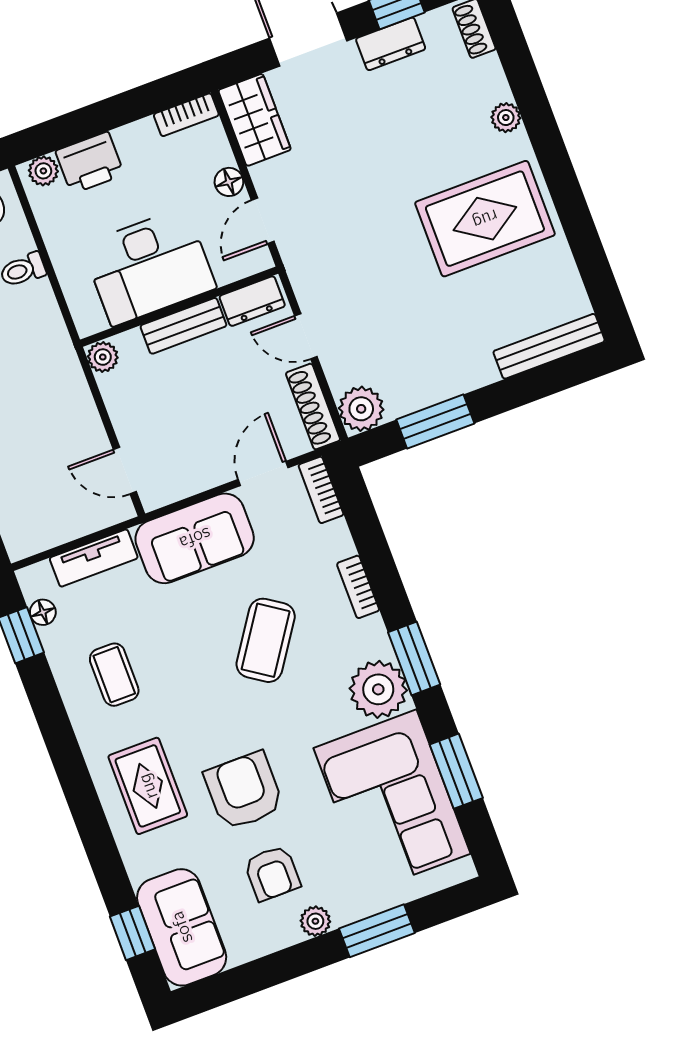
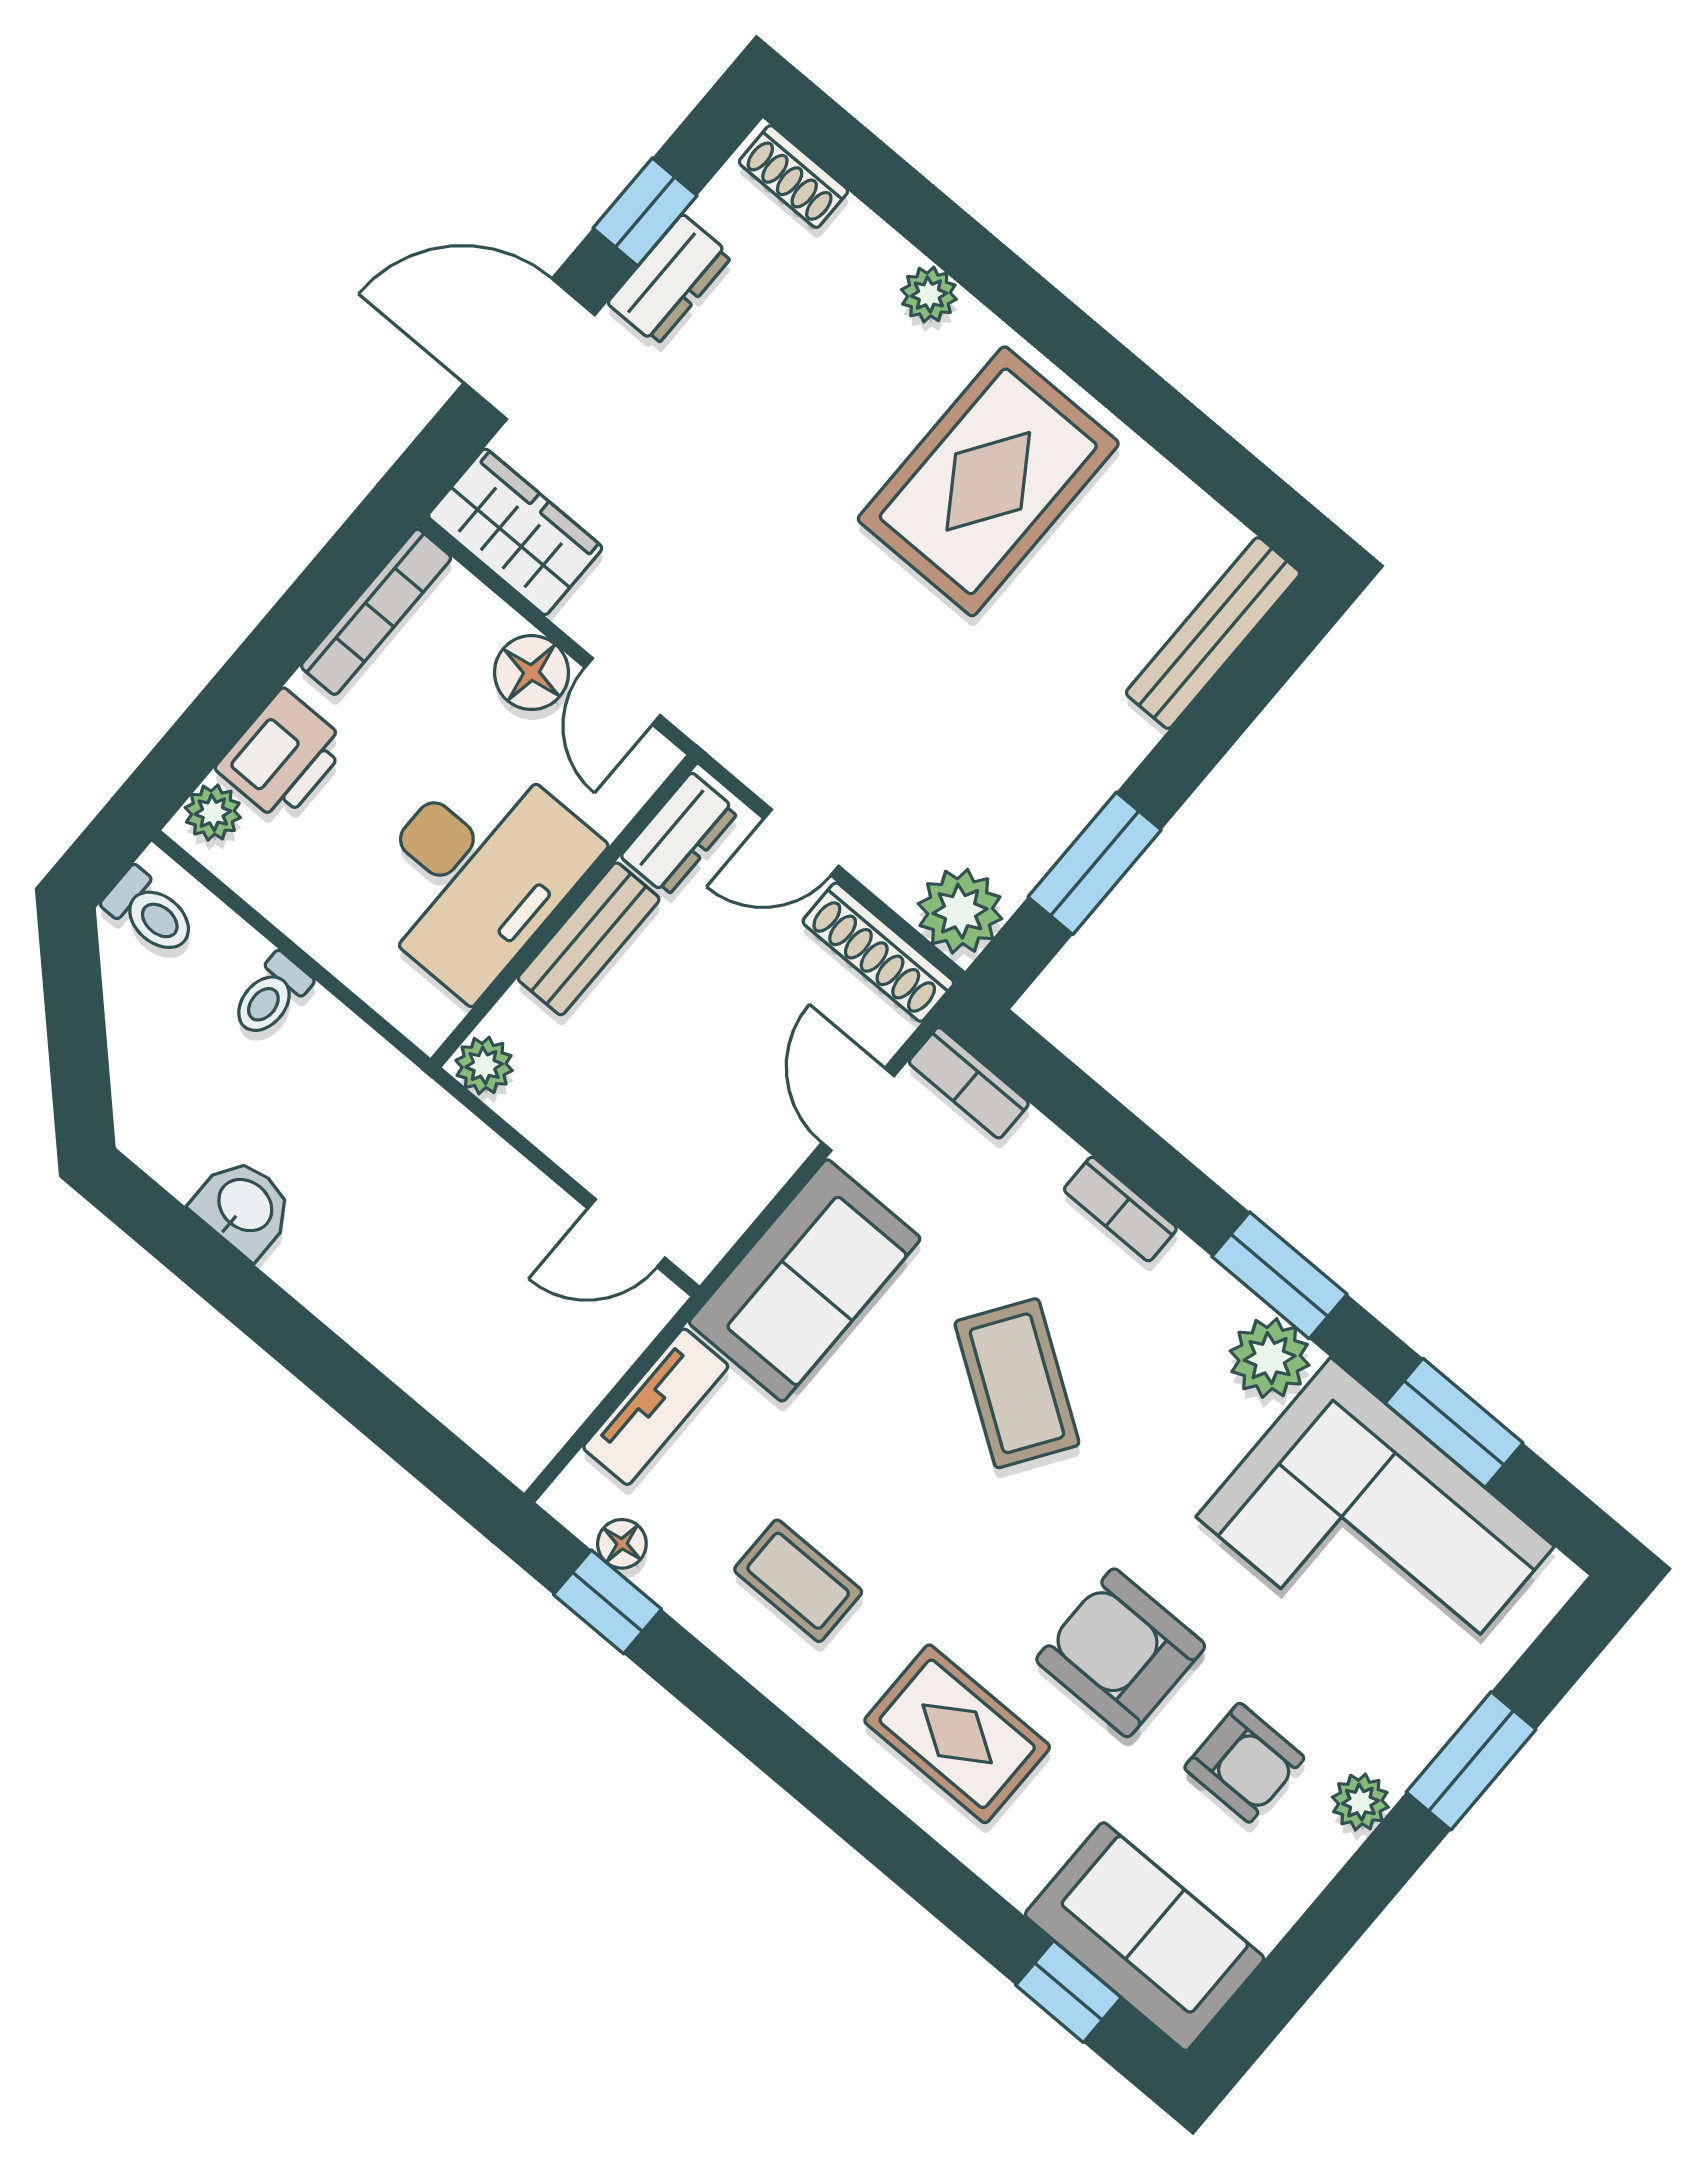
bookcase: (186, 115) -> (376, 612), width x1.56
floor lamp: (229, 182) -> (532, 673), width x1.37, depth x1.37
plant: (378, 689) -> (1270, 1358), width x0.73, depth x0.73

